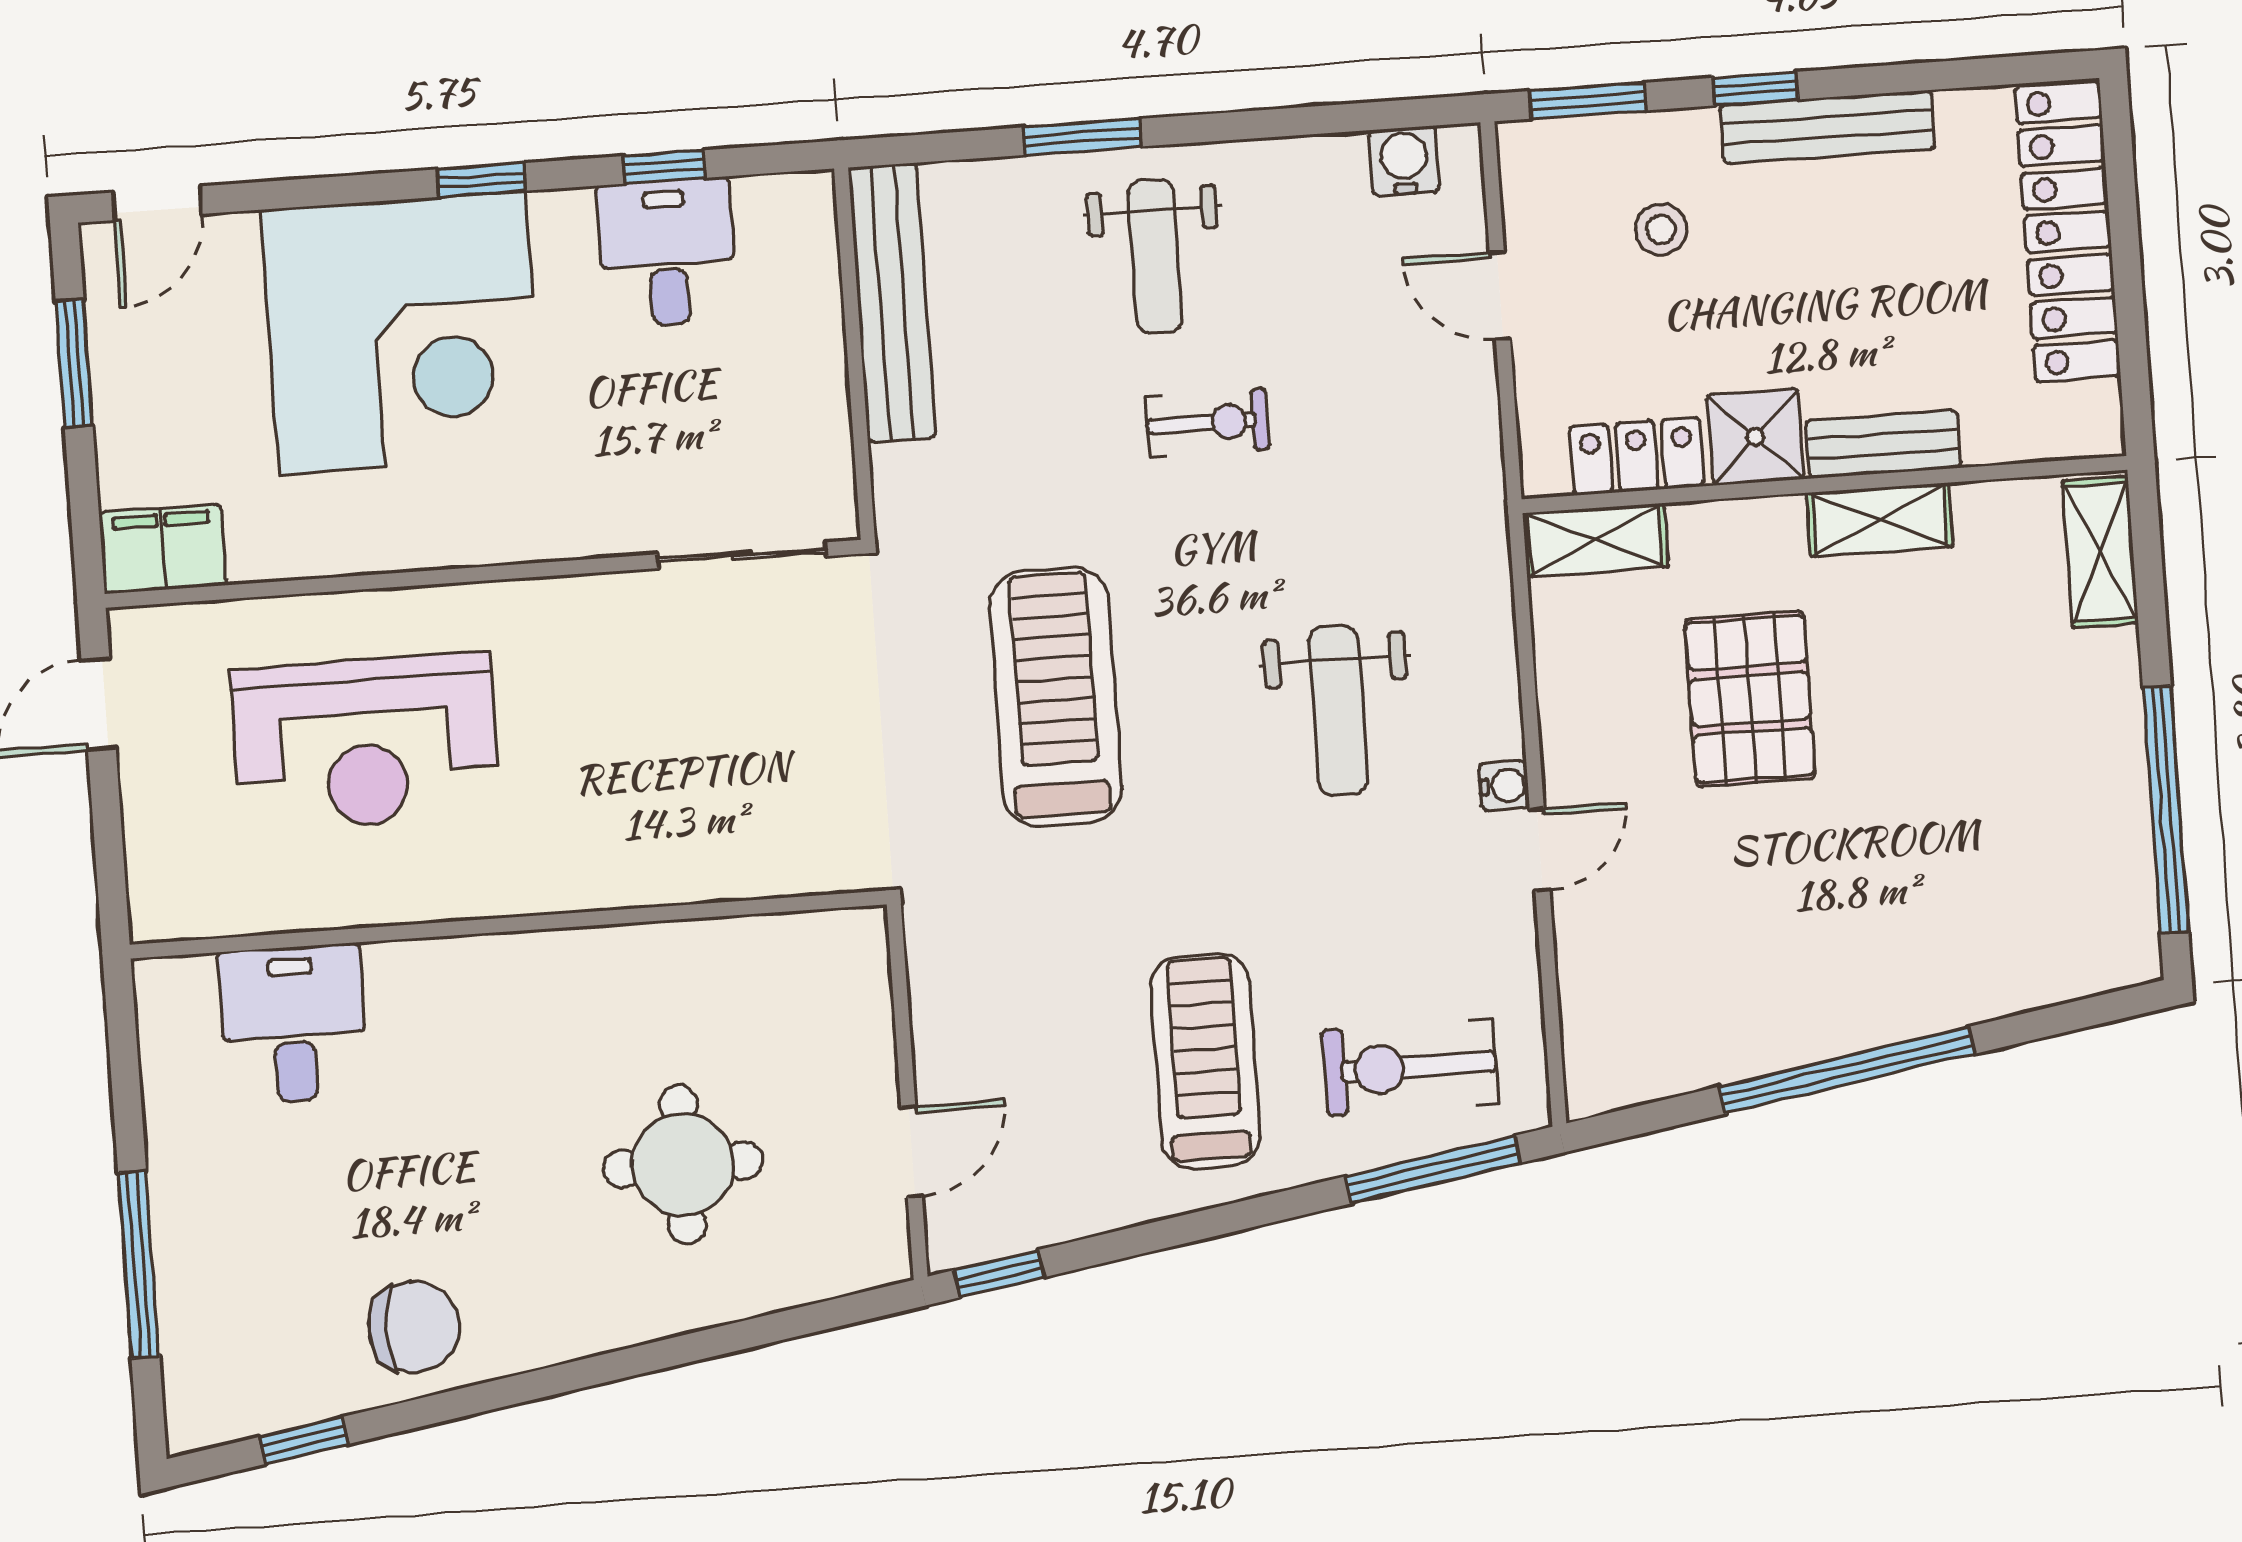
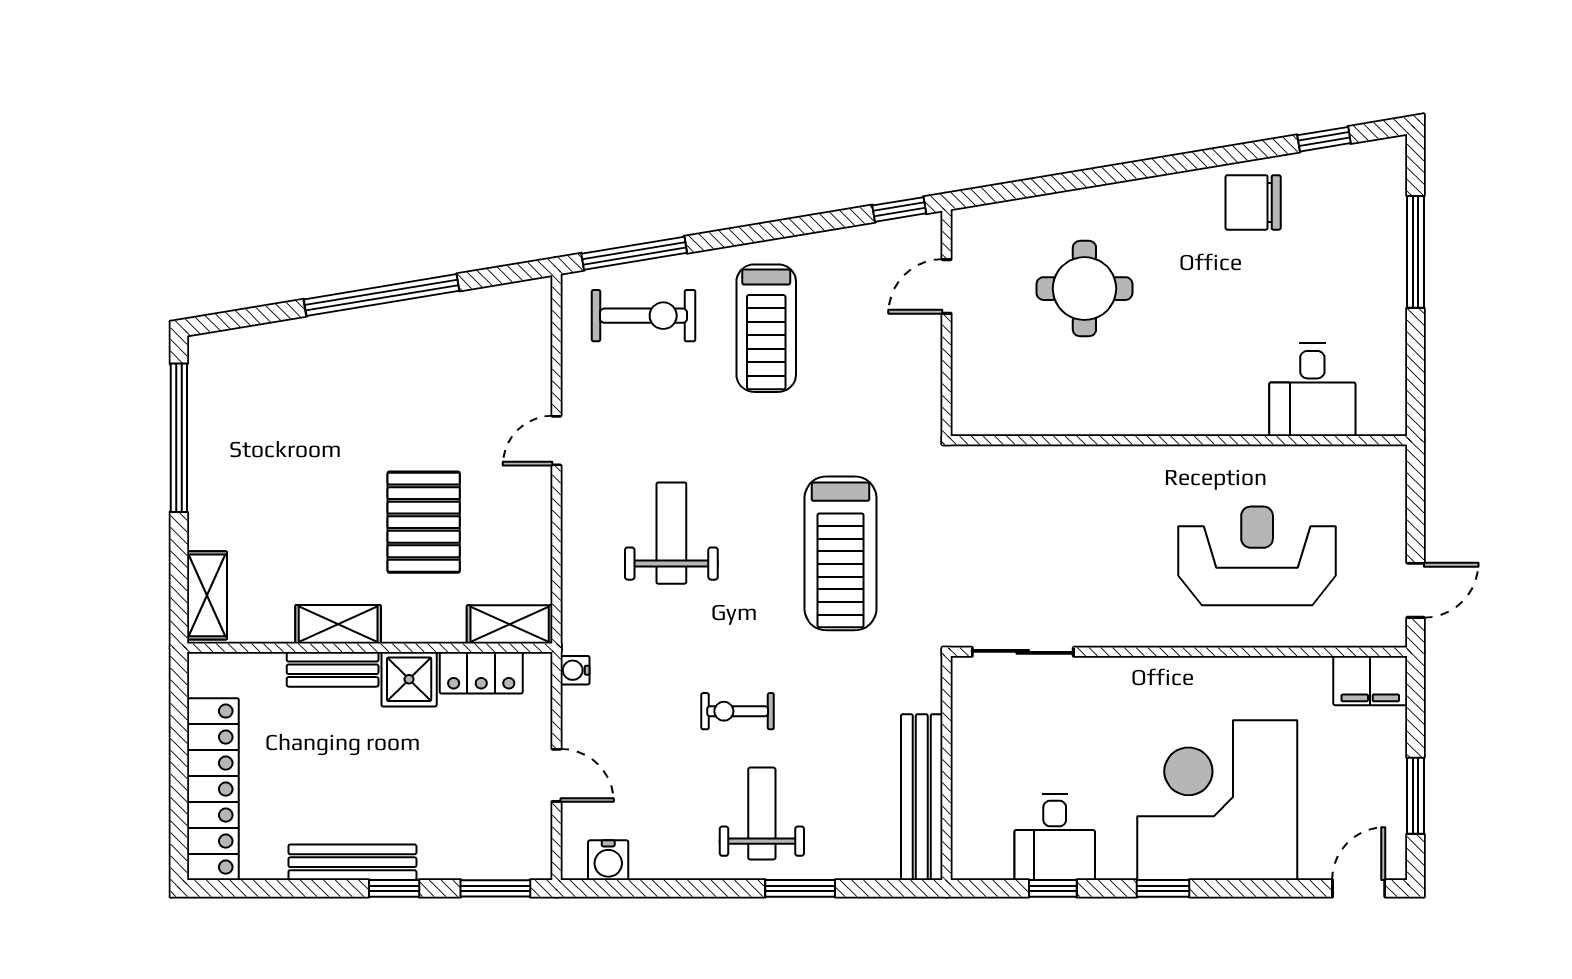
stool: (1661, 229) -> (457, 808), removed
water cooler: (1504, 786) -> (575, 670), moved

